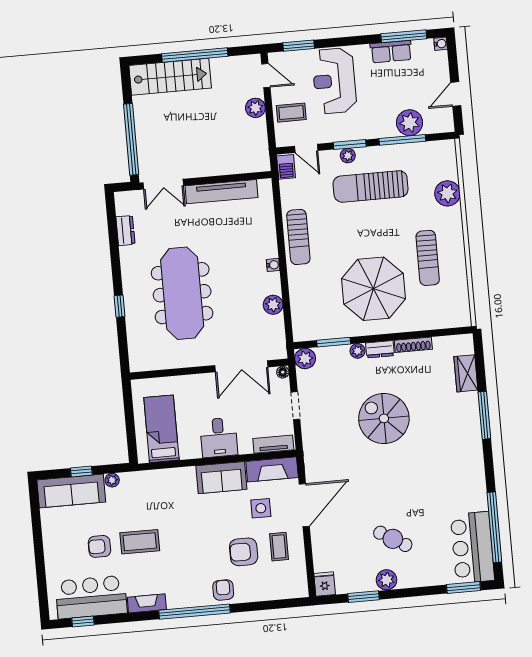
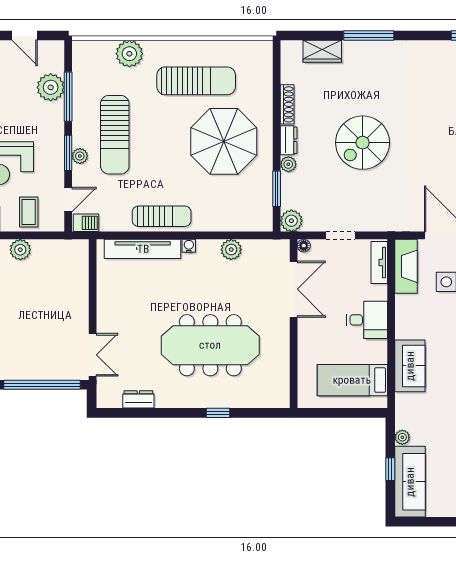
tv unit: (221, 192) -> (143, 249), moved, turned 90
sun lounger: (428, 258) -> (196, 81), width x1.36, depth x1.34
sofa: (221, 478) -> (410, 366), moved

